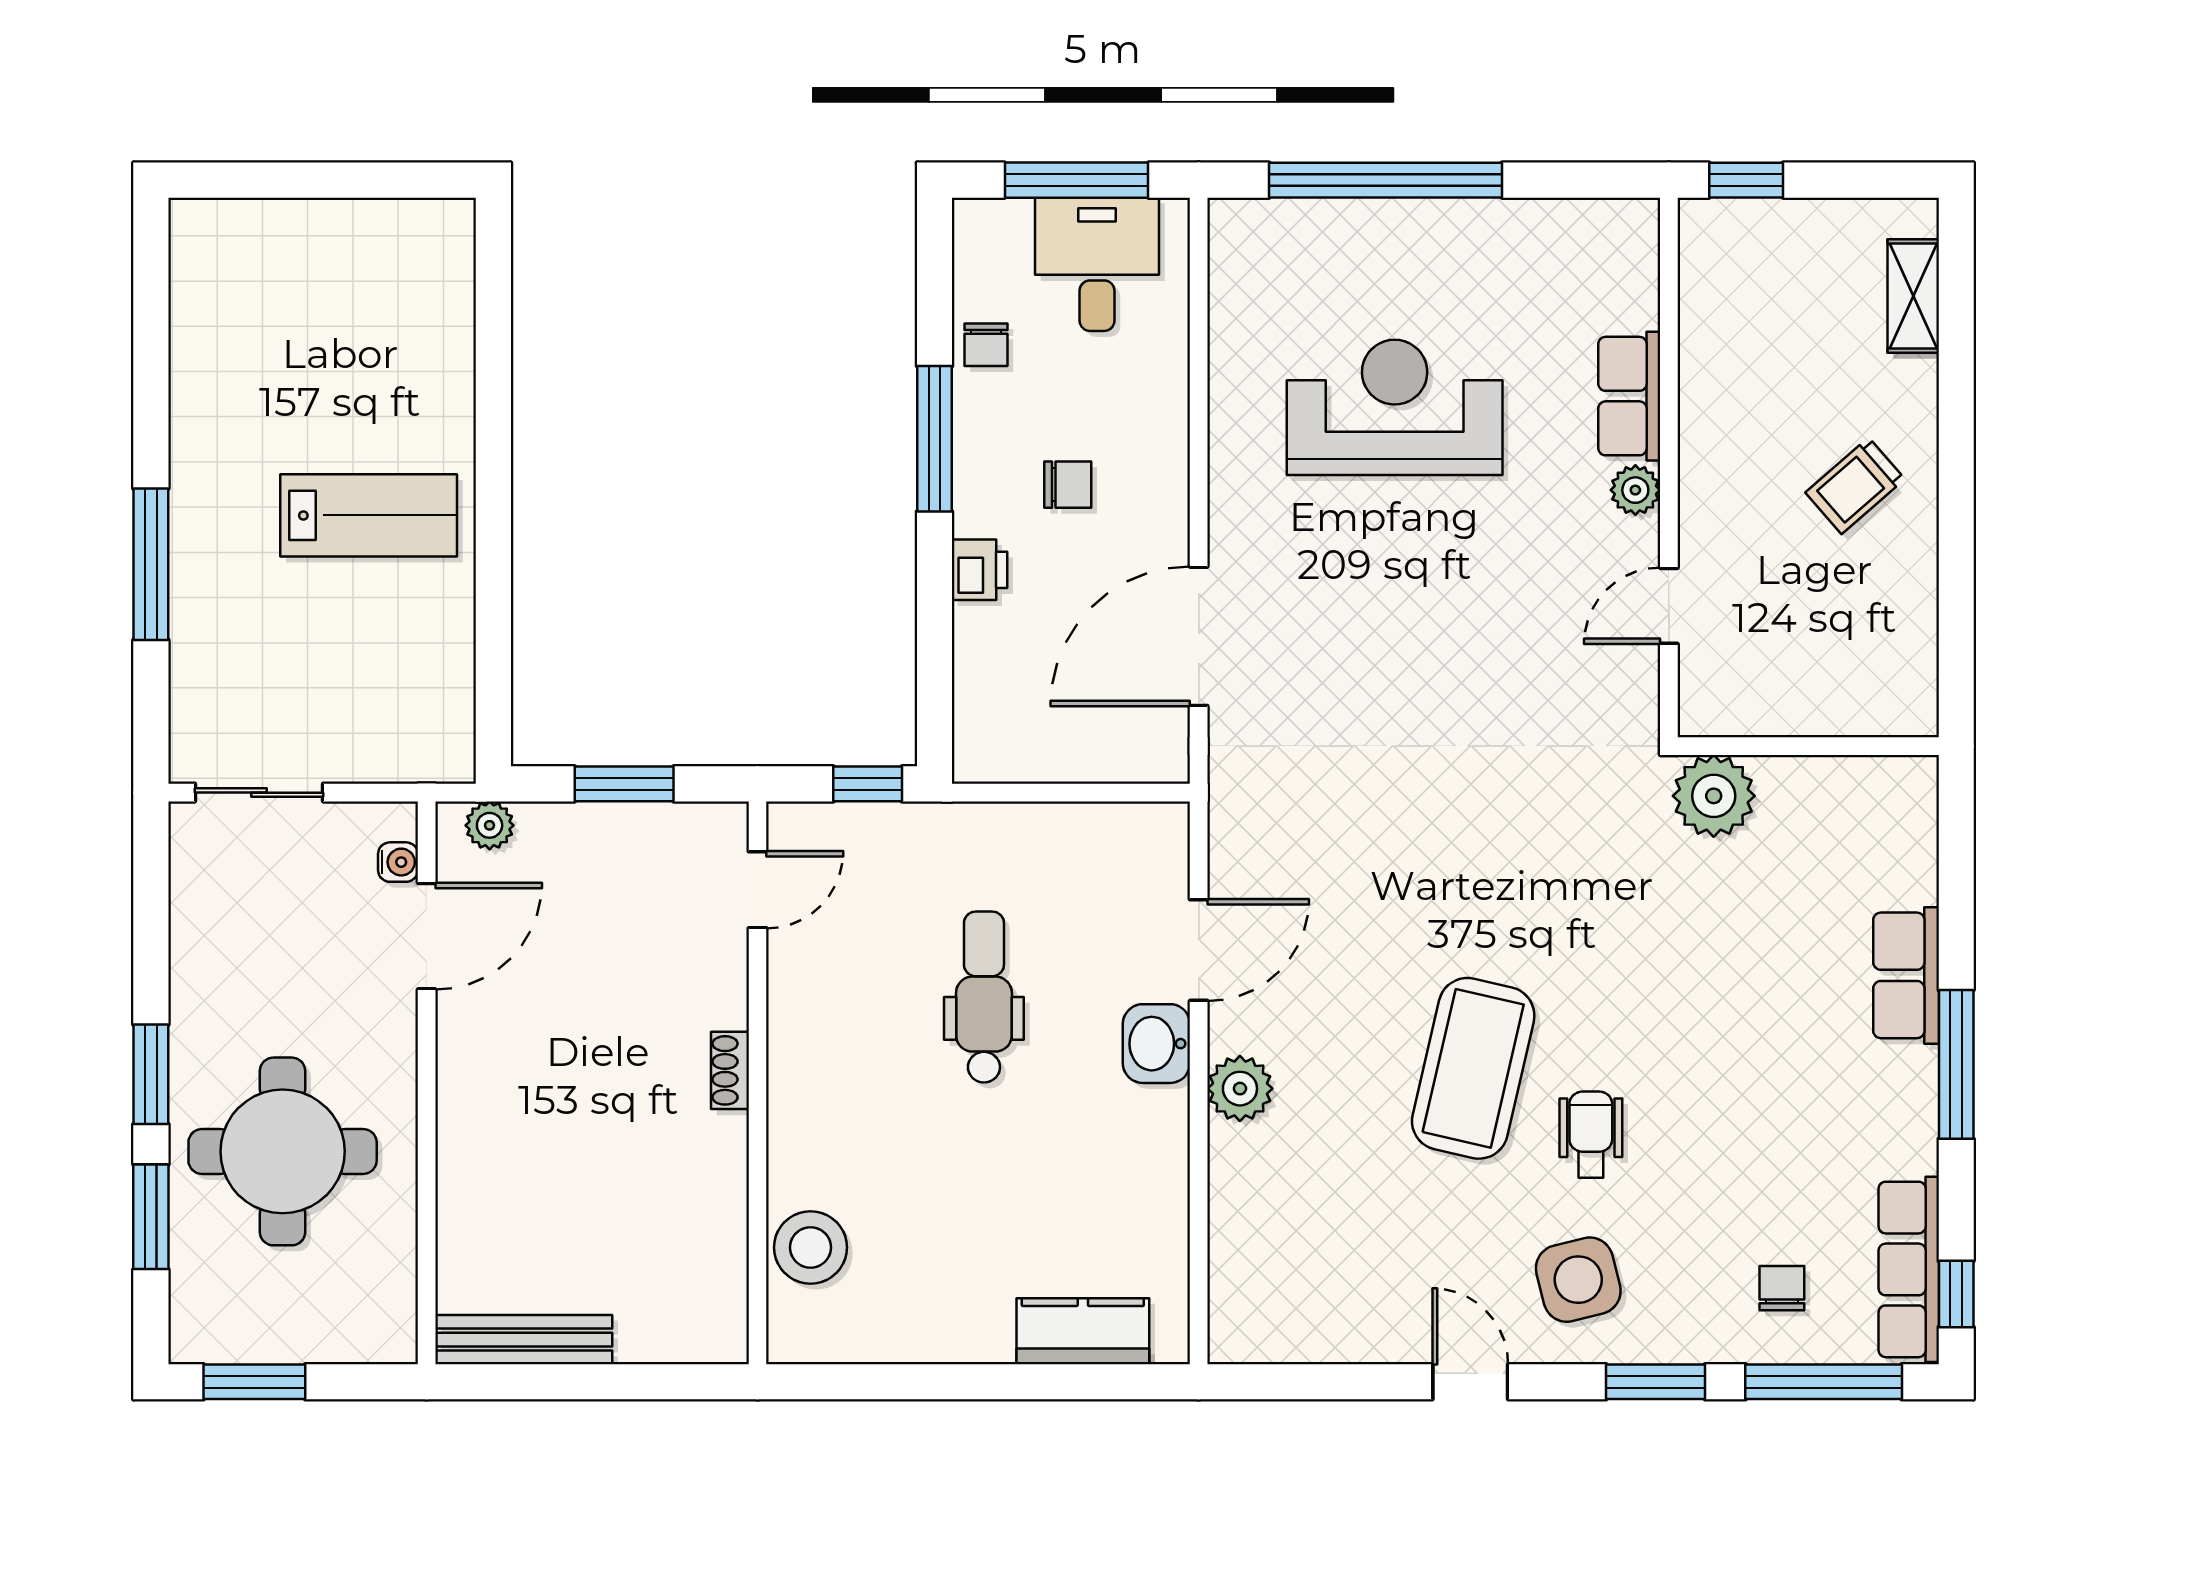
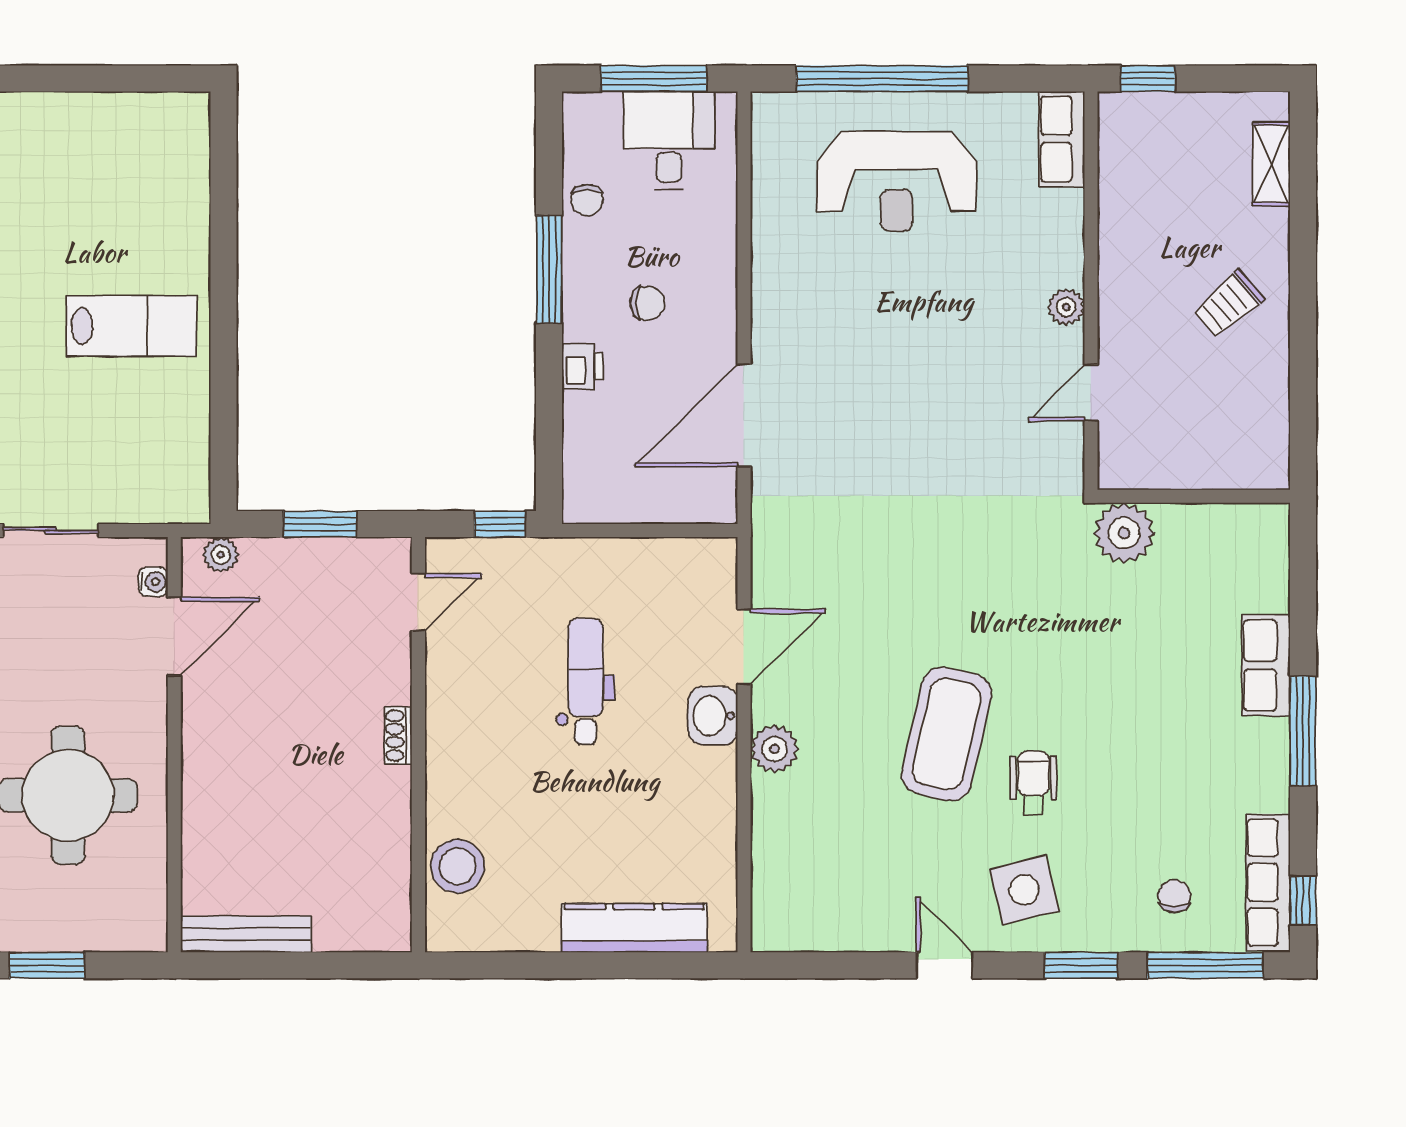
row of seats: (1629, 396) -> (1062, 139), moved
reception desk: (1395, 407) -> (897, 181), moved, turned 180
kitchen counter: (1083, 1331) -> (634, 928), width x1.50

